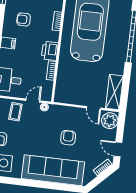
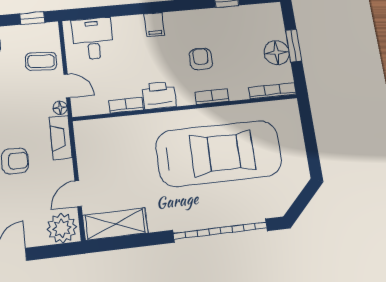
armchair: (24, 19) -> (201, 59), moved
fireplace: (61, 110) -> (61, 138), added

